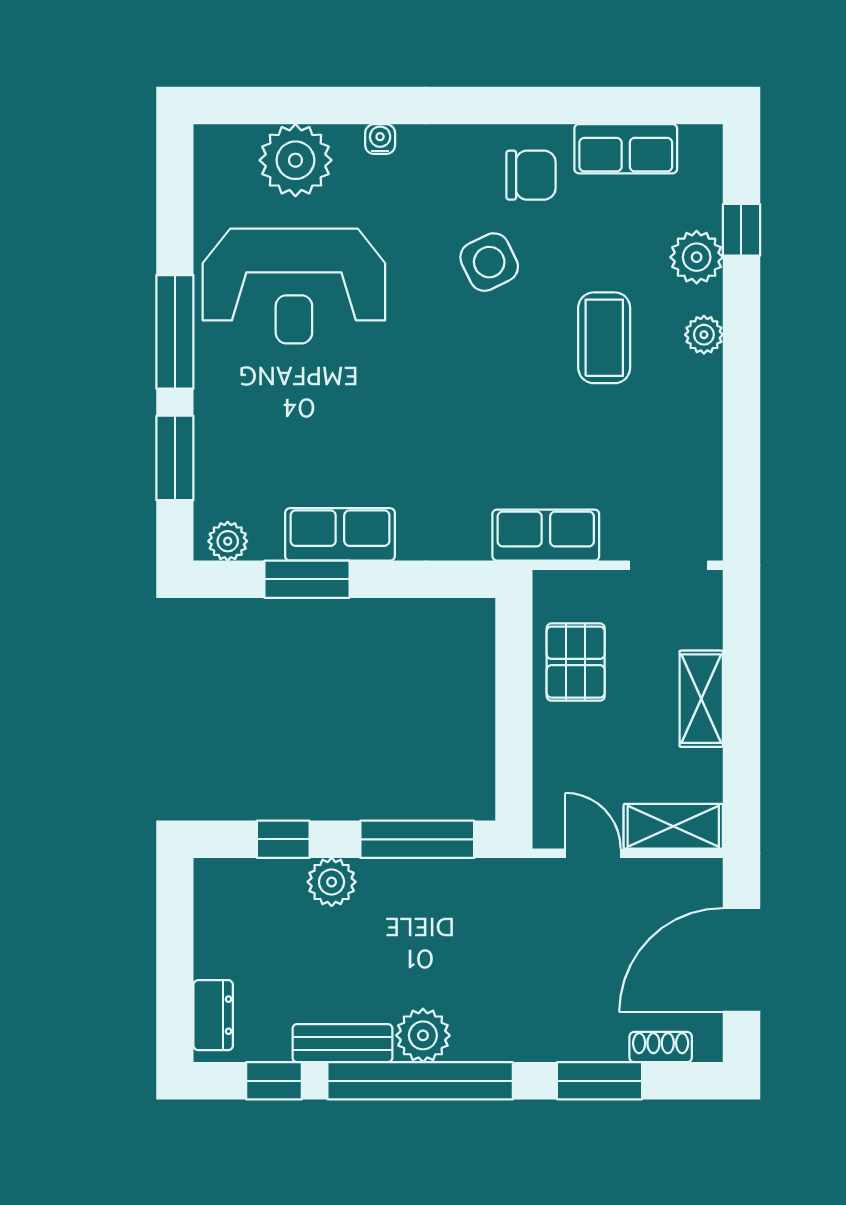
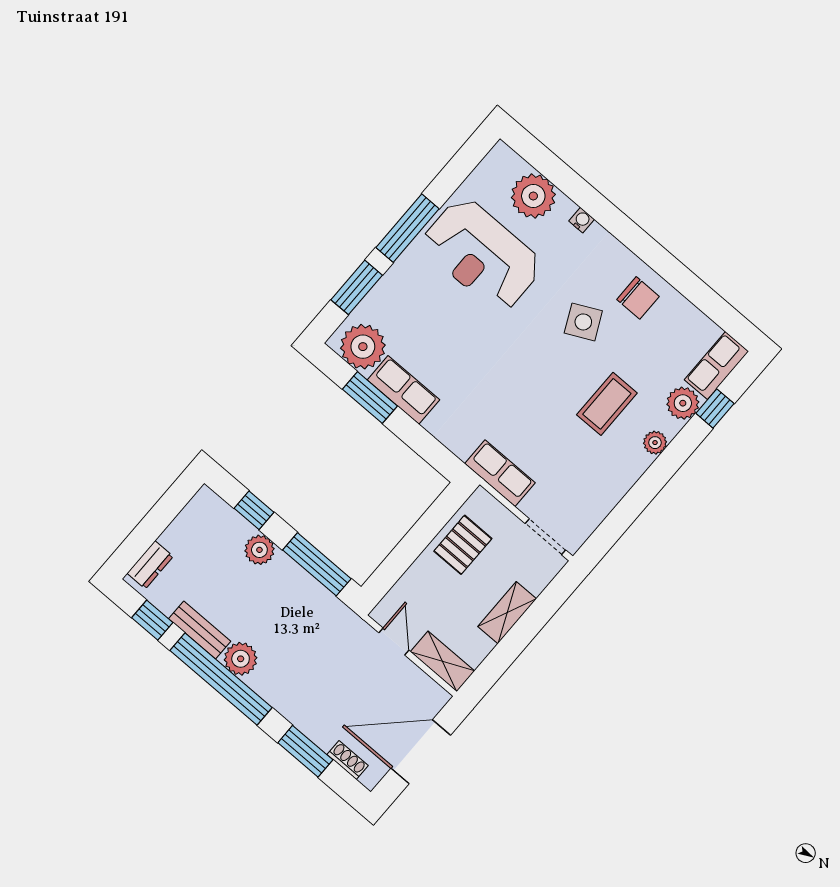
row of seats: (626, 149) -> (716, 366), moved, turned 90
plant: (228, 541) -> (363, 347), width x1.87, depth x1.87

